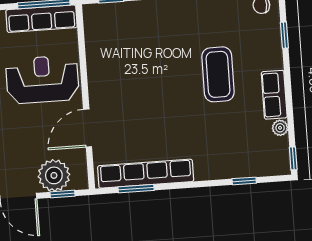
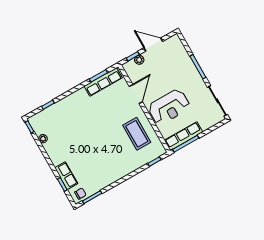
coffee table: (218, 74) -> (137, 134), moved
row of seats: (274, 95) -> (66, 176), moved
row of seats: (146, 174) -> (103, 82), width x0.73
plant: (54, 175) -> (139, 60), width x0.53, depth x0.53

